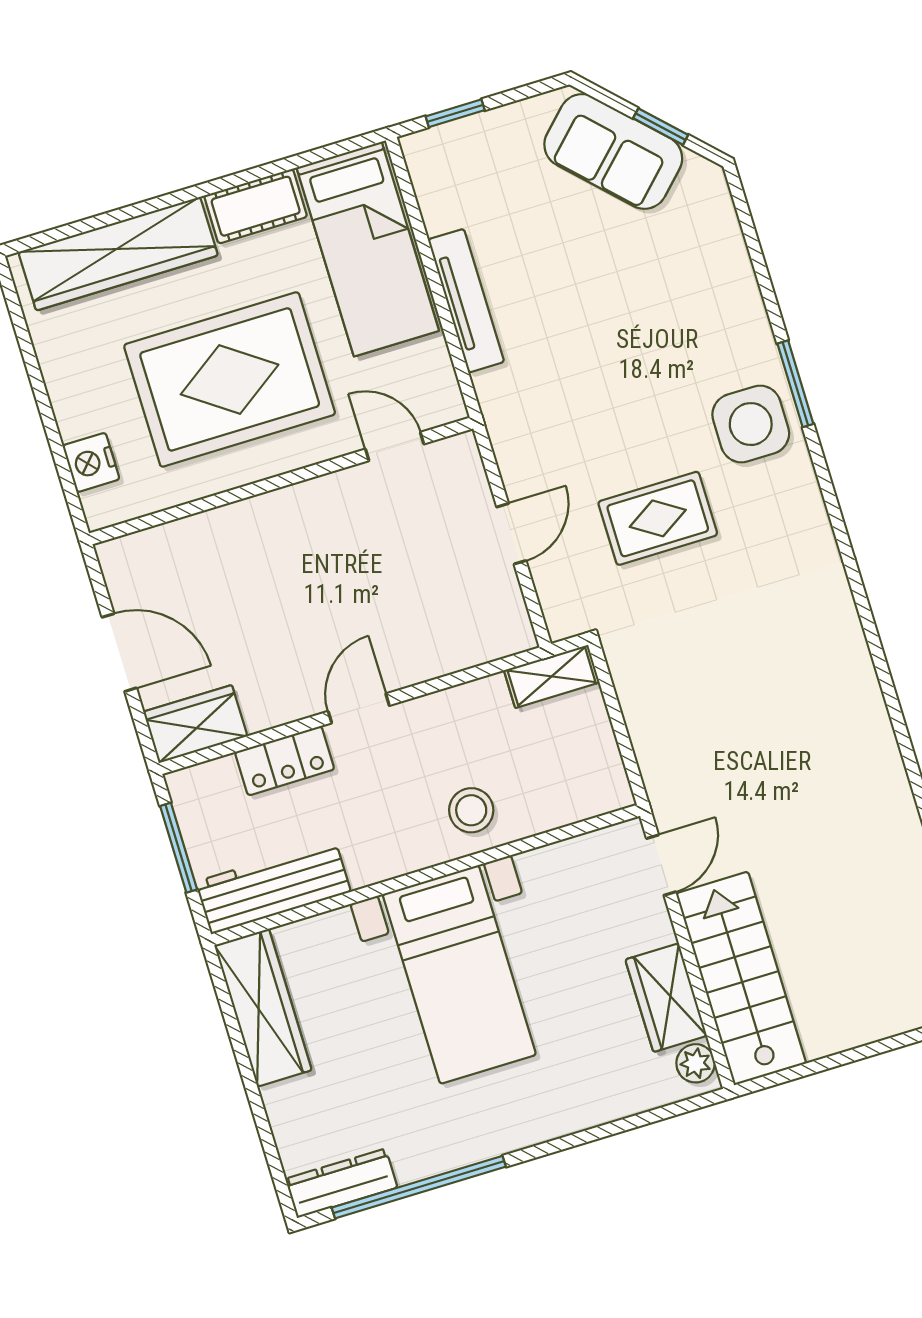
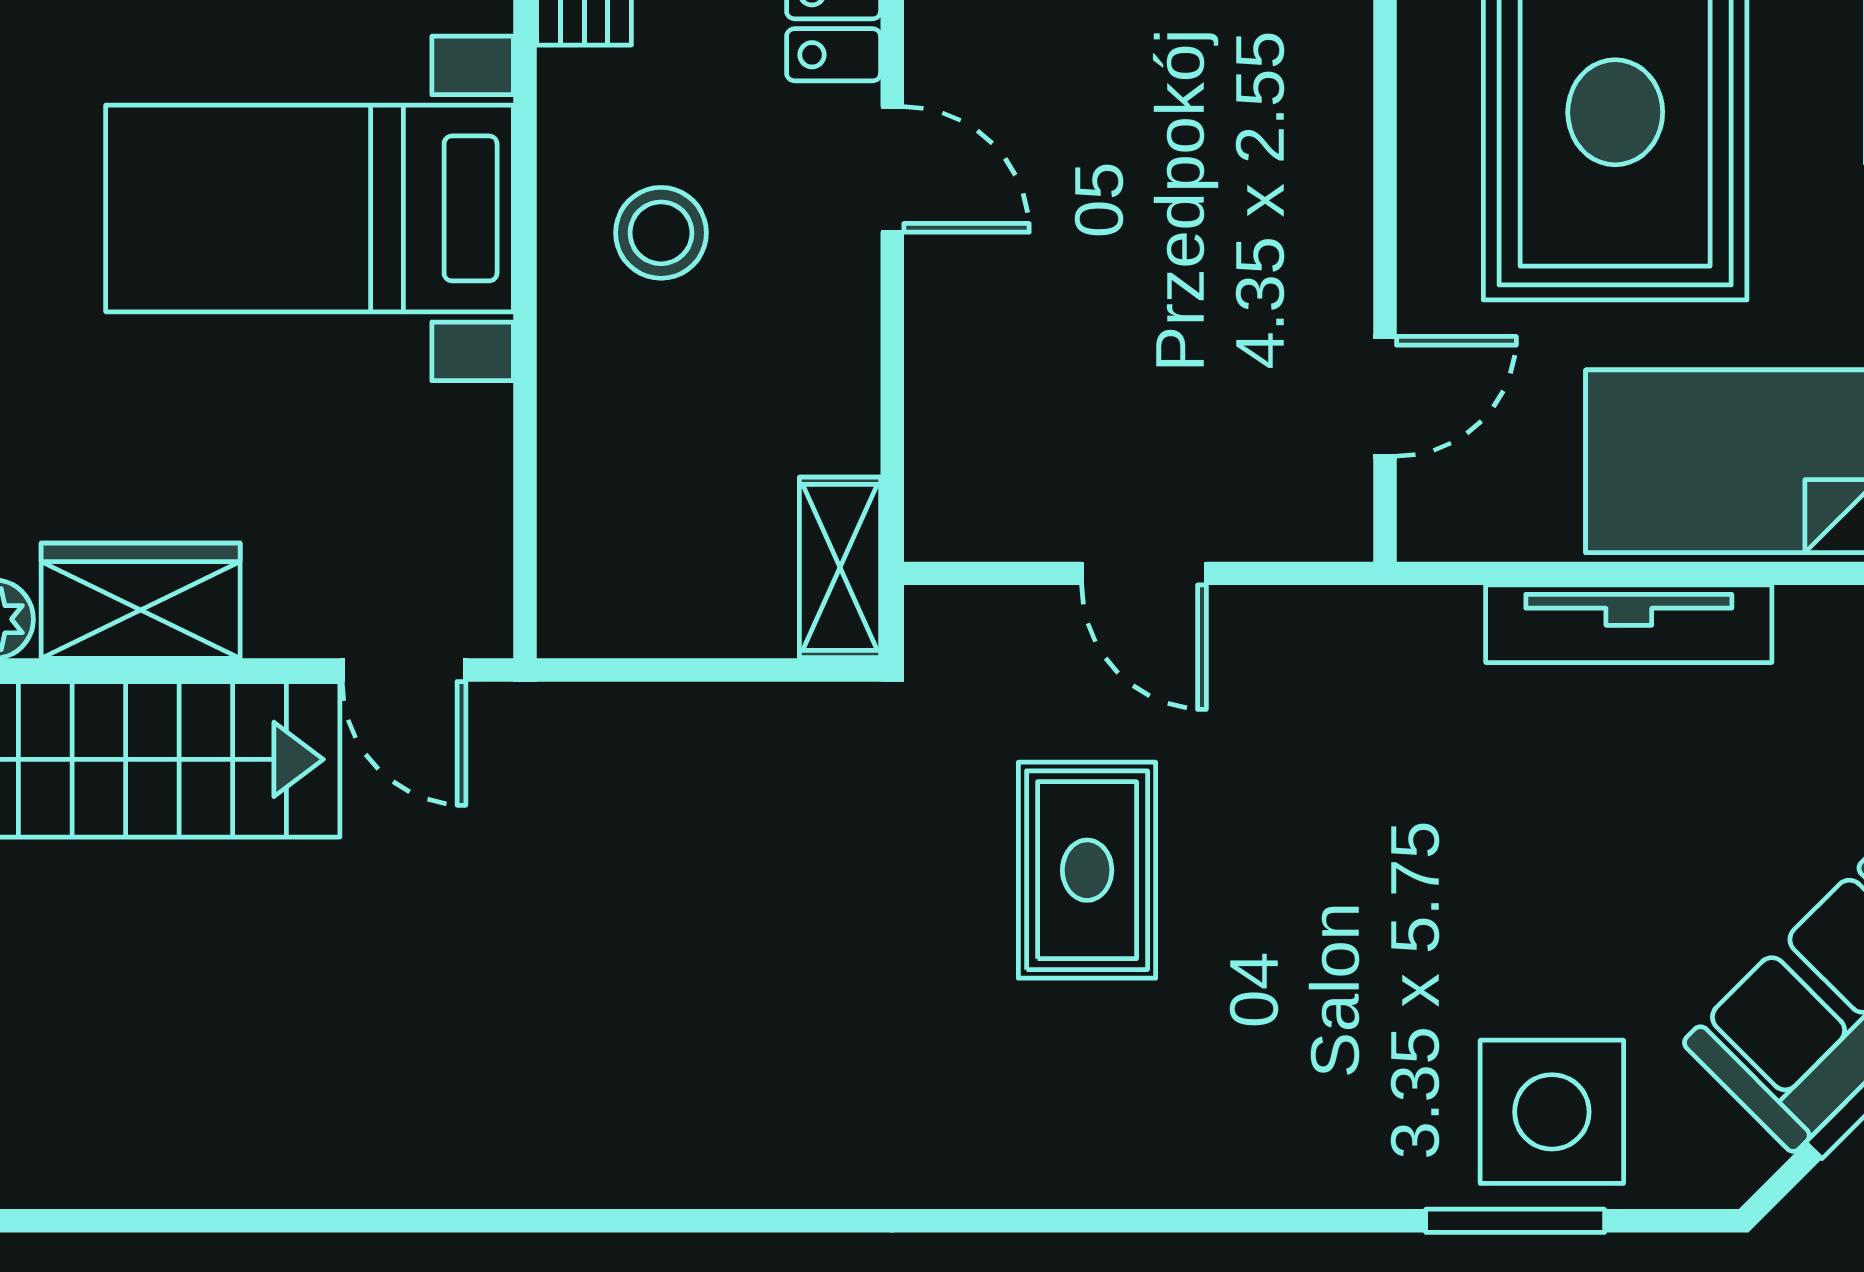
window: (795, 384) -> (1515, 1221), moved
side table: (751, 424) -> (1552, 1112), moved
stool: (471, 810) -> (661, 233), moved

